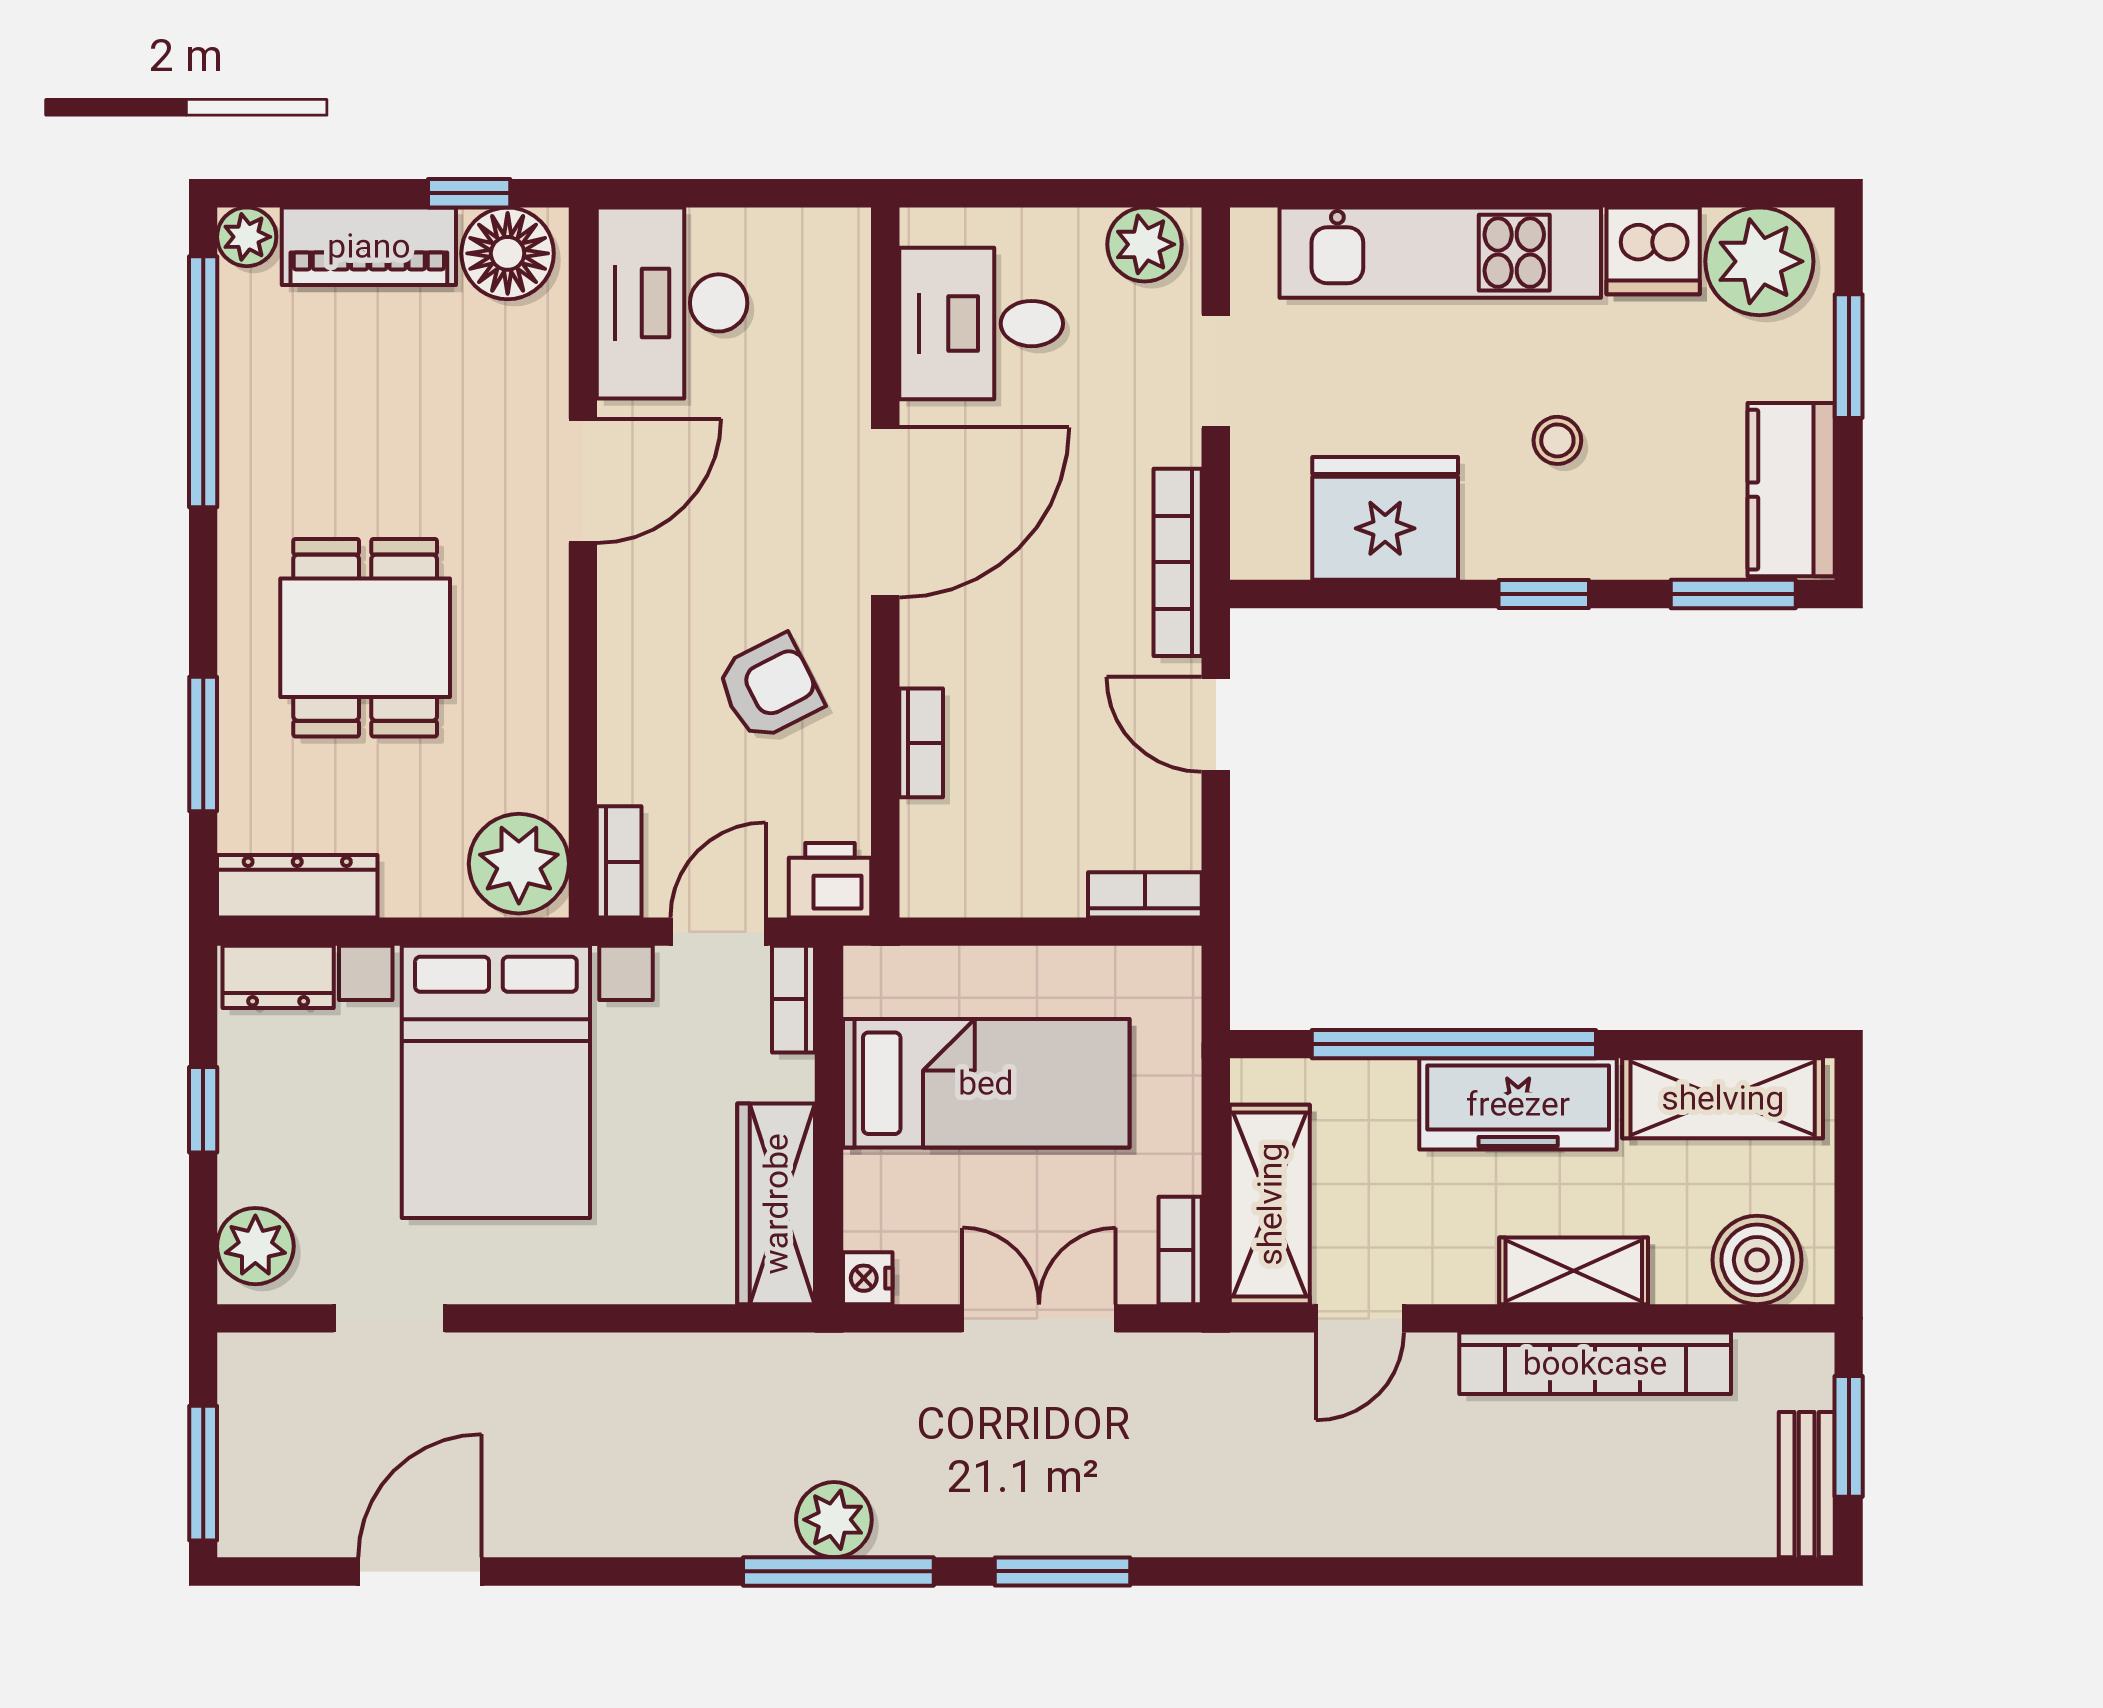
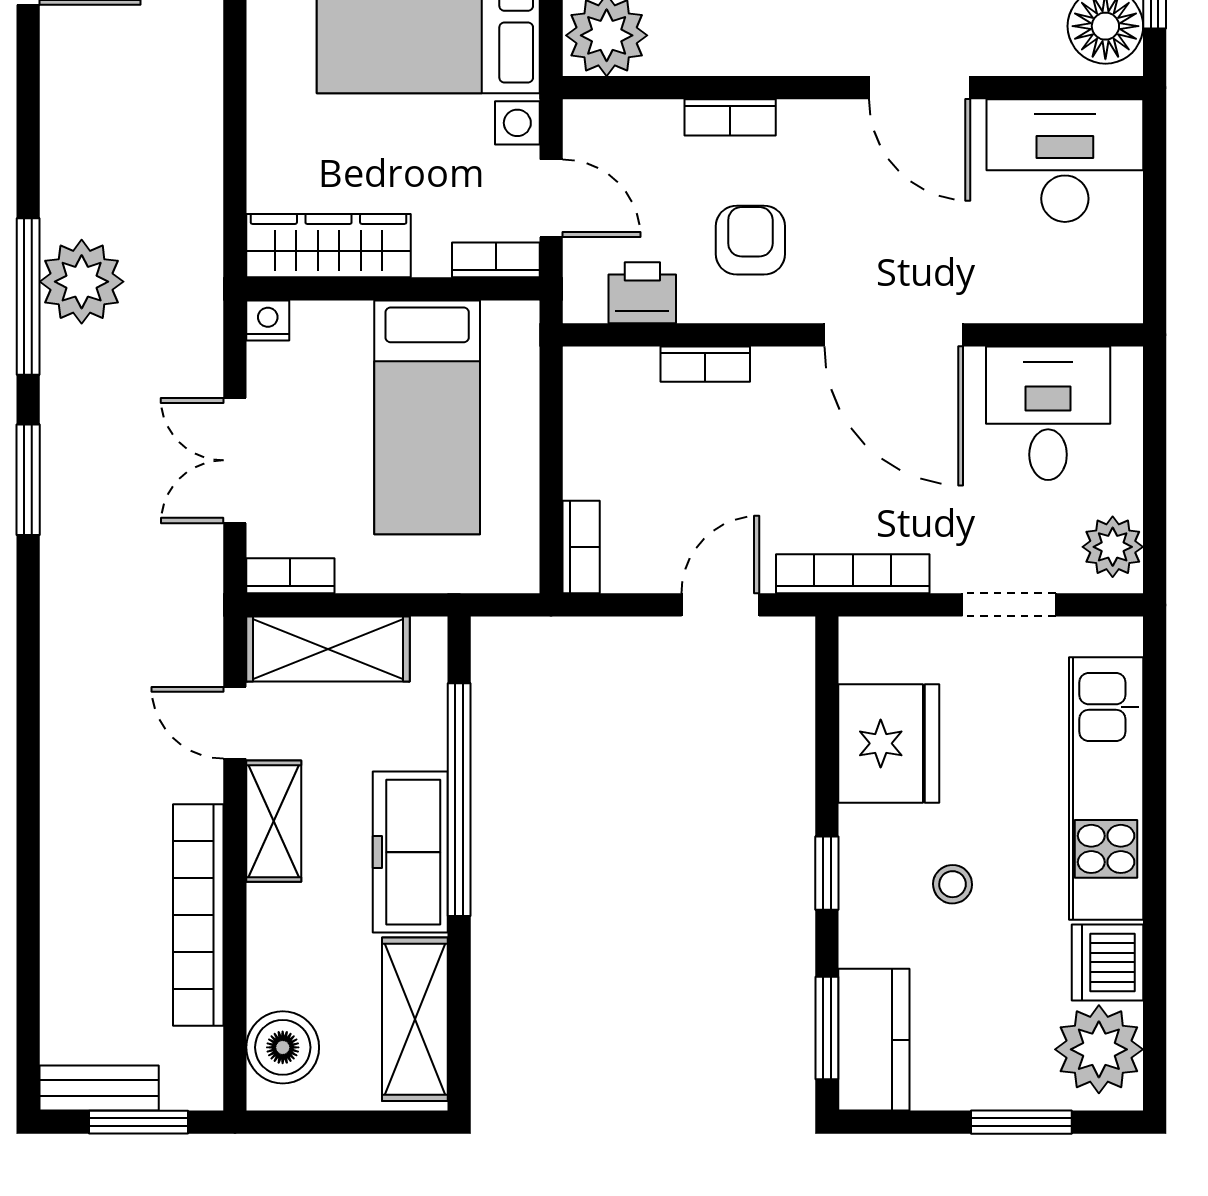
kitchen counter: (1791, 490) -> (874, 1040), moved, turned 90
armchair: (769, 688) -> (750, 240), turned -153
bookcase: (619, 862) -> (730, 117), moved
printer: (830, 880) -> (642, 293), moved, turned -90
shelving: (1574, 1271) -> (274, 821), moved
double door: (1039, 1318) -> (235, 460), swing flipped
plant: (834, 1520) -> (82, 282), width x1.36, depth x1.36

